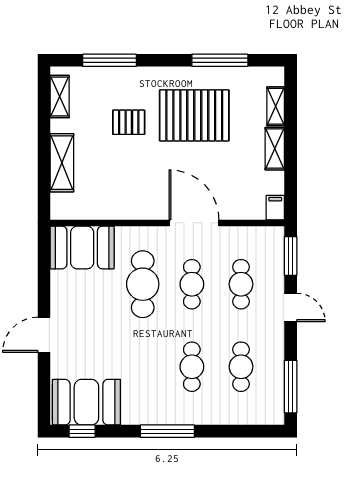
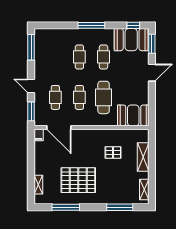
pallet: (129, 122) -> (113, 152), moved
shelving: (275, 149) -> (39, 164), removed
door: (194, 223) -> (59, 127), moved
cafe table: (241, 367) -> (104, 57), moved
window: (44, 394) -> (152, 44), added

